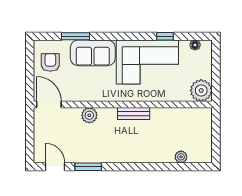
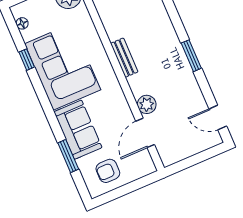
door: (49, 104) -> (145, 133), moved
door: (55, 167) -> (218, 117), hinge flipped
window: (88, 167) -> (191, 56), moved

